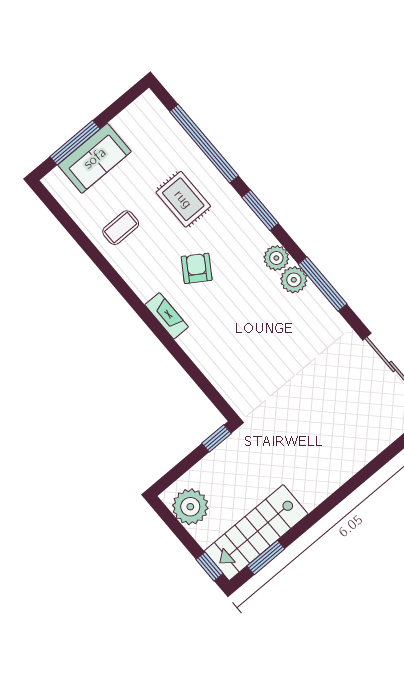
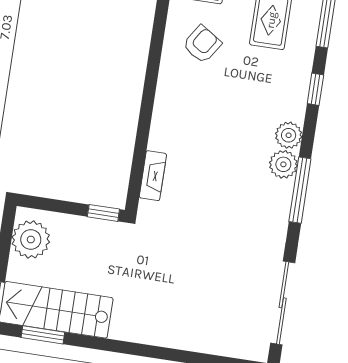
window: (260, 210) -> (315, 89), width x0.67
armchair: (197, 268) -> (202, 44), moved
fireplace: (167, 316) -> (153, 176), moved

